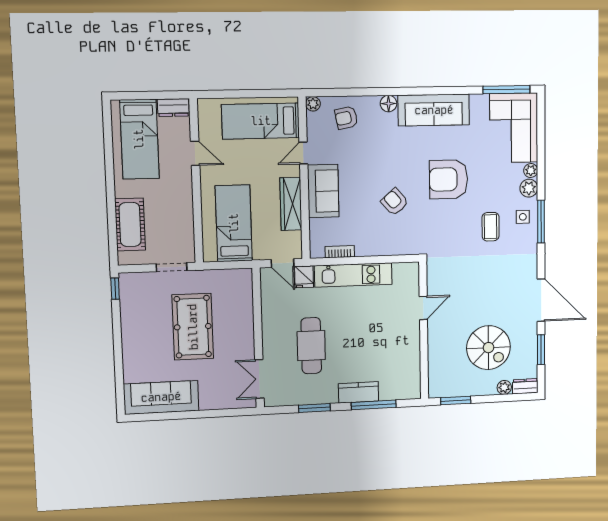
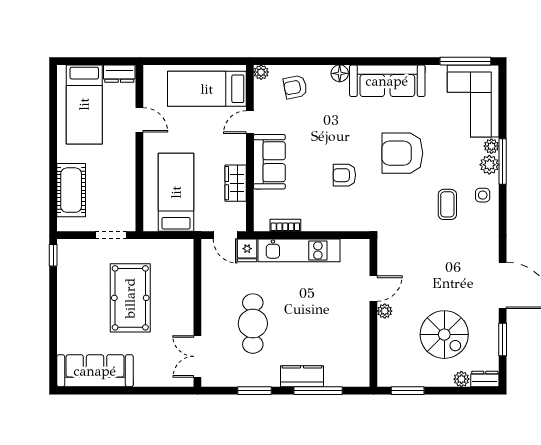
armchair: (395, 202) -> (344, 175), turned -49
wardrobe: (291, 204) -> (236, 183), width x0.67
window: (541, 222) -> (503, 161), moved
plant: (434, 328) -> (385, 311), added

